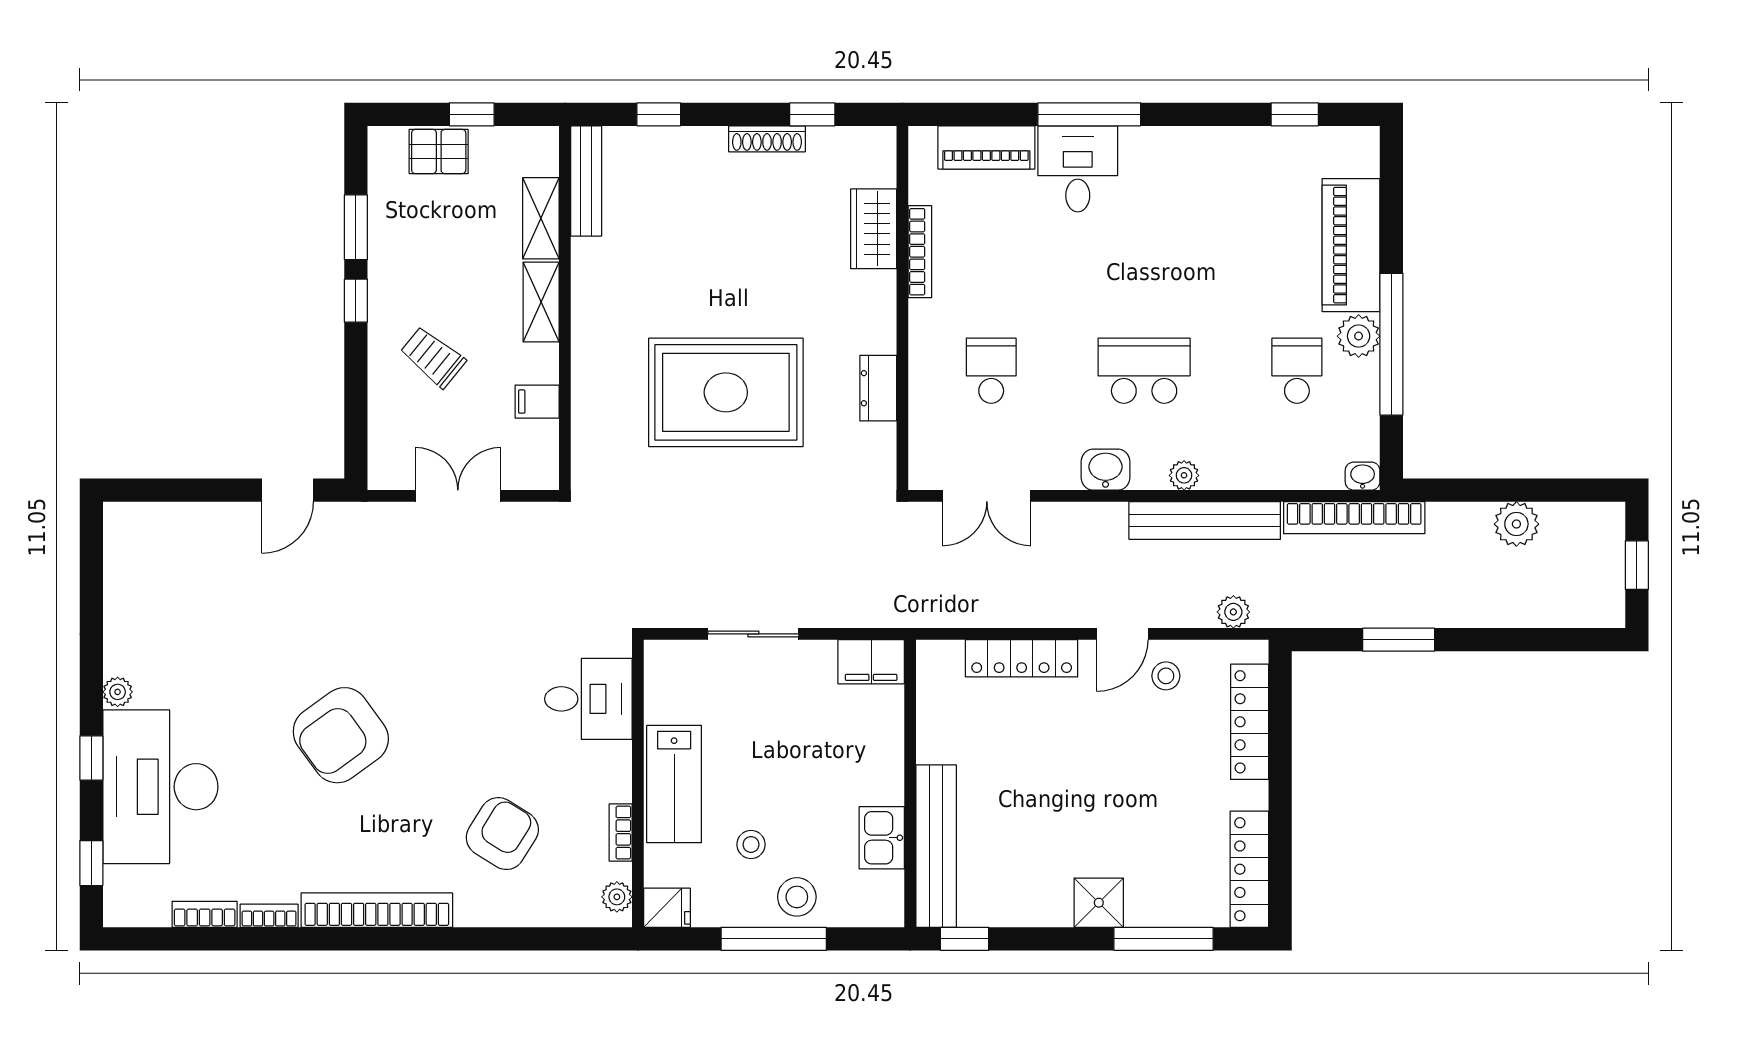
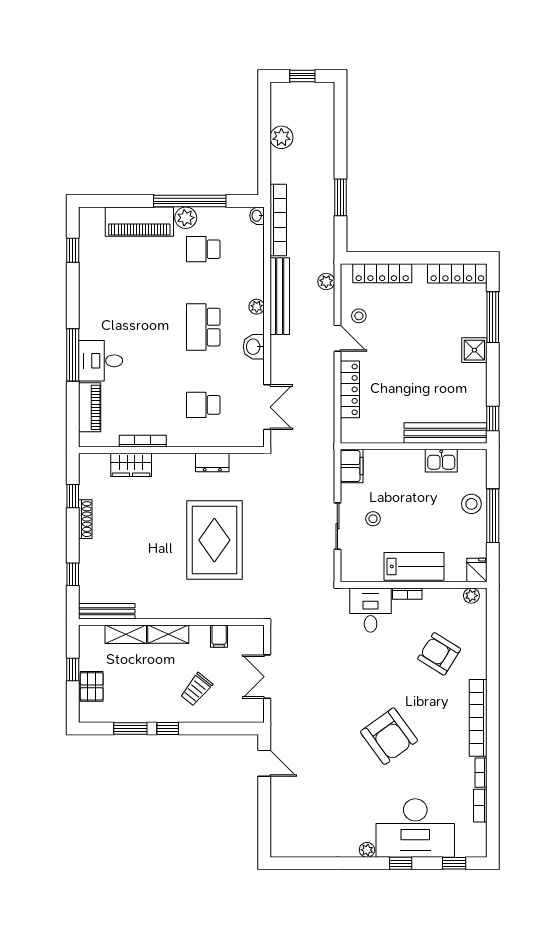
bookcase: (621, 833) -> (407, 594), moved
stool: (751, 844) -> (373, 519), moved

